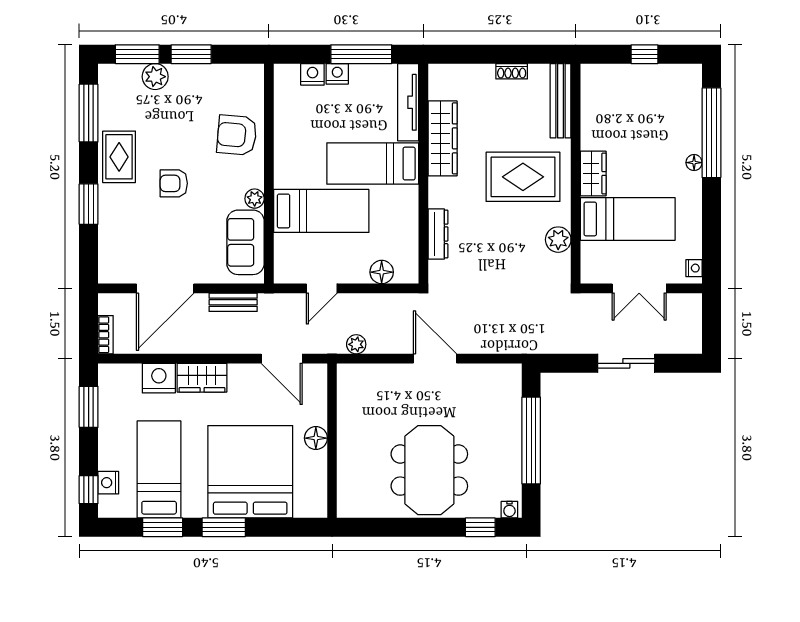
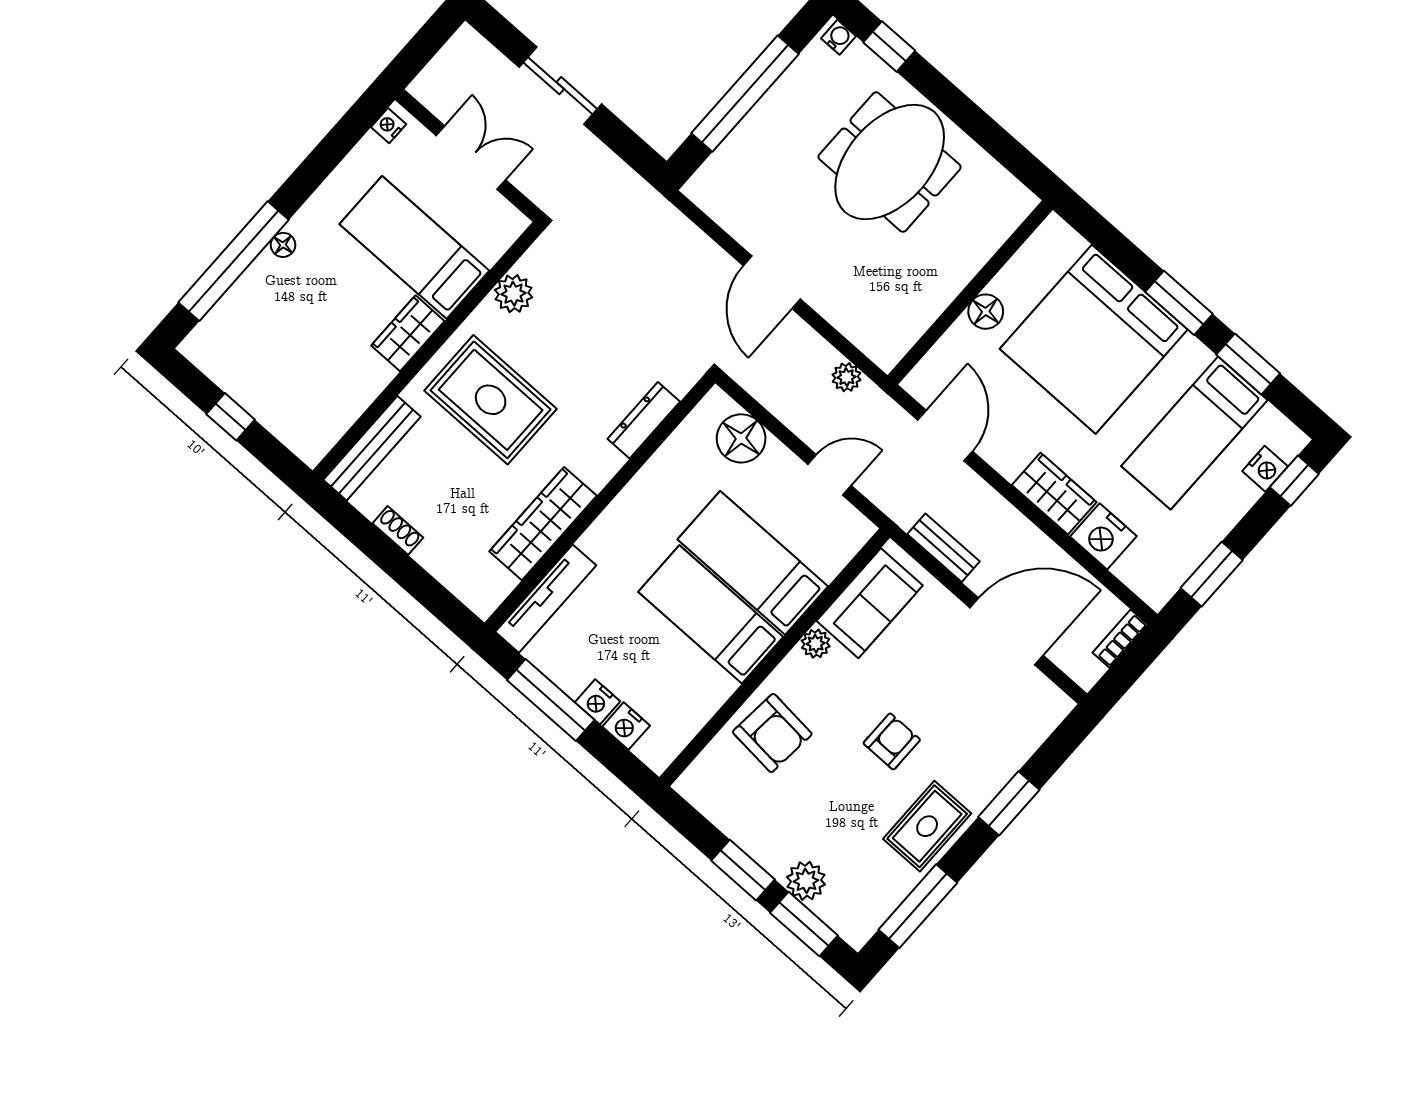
bed: (373, 164) -> (711, 614), moved, turned 180
armchair: (174, 183) -> (892, 741), turned -90
floor lamp: (382, 272) -> (741, 438), width x1.38, depth x1.38

